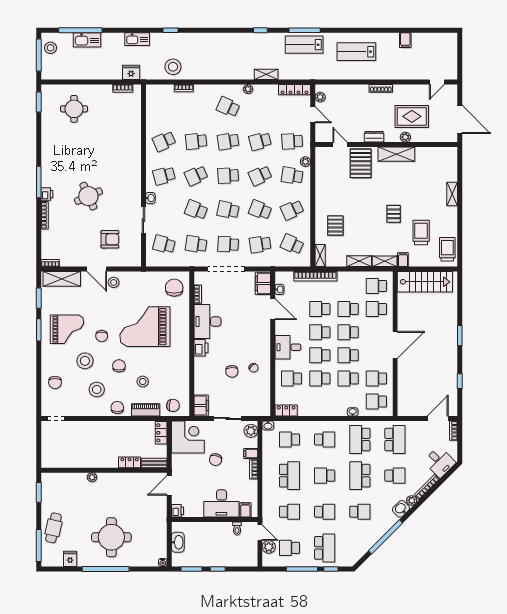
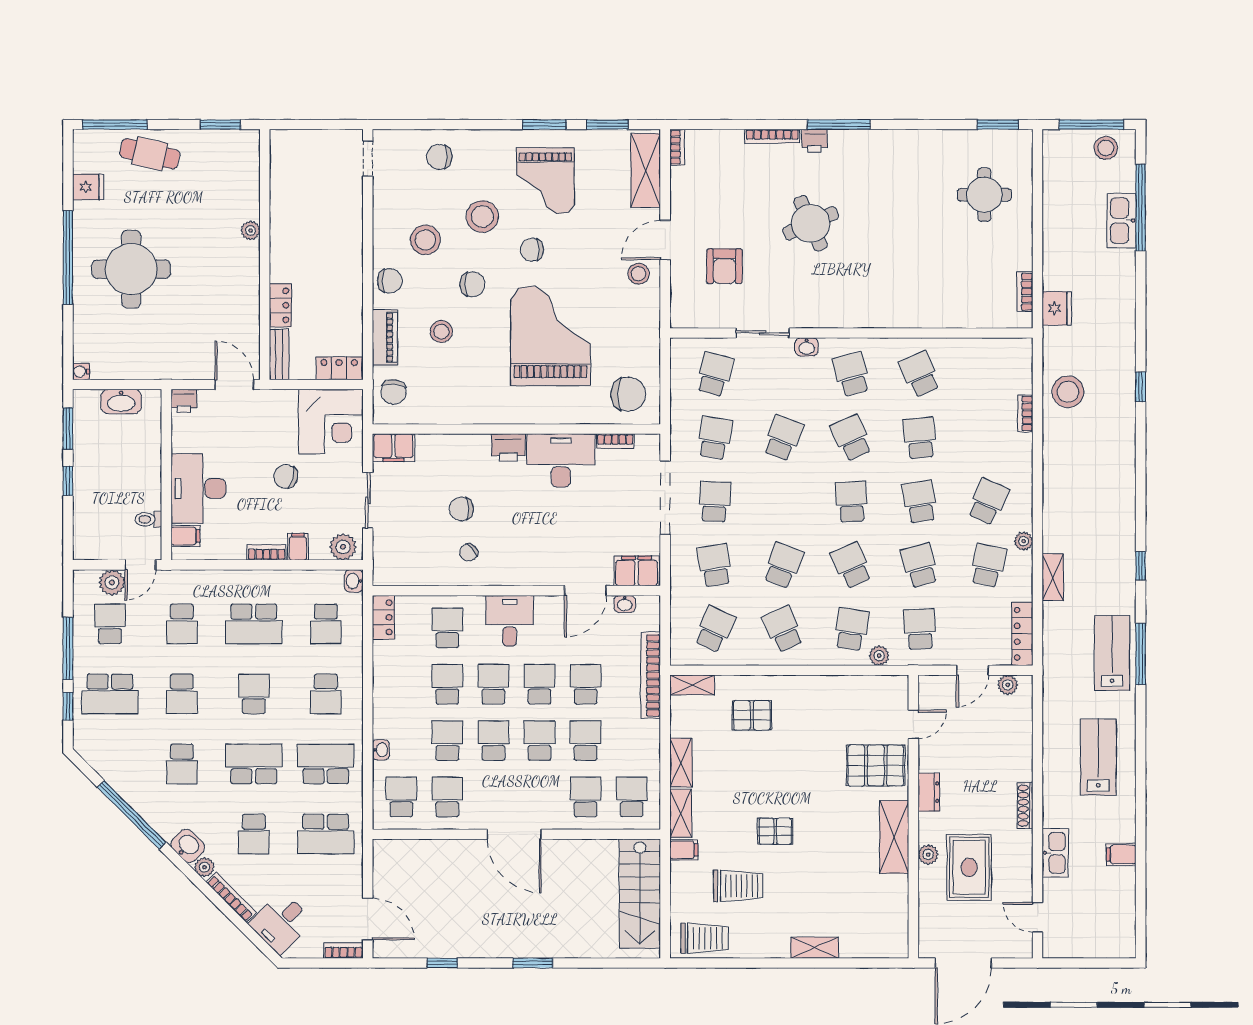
kitchen sink: (137, 39) -> (1055, 853), moved, turned 180
school desk: (228, 210) -> (988, 565), moved
school desk: (289, 440) -> (326, 624), turned 180

